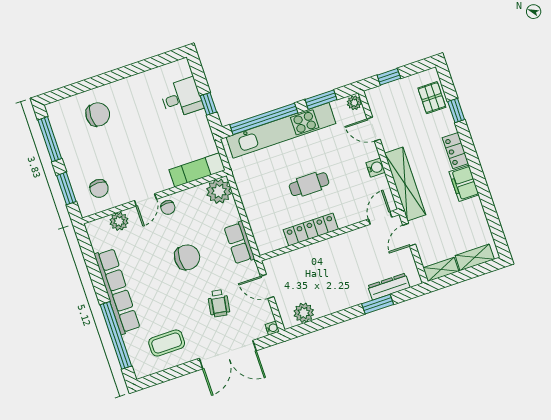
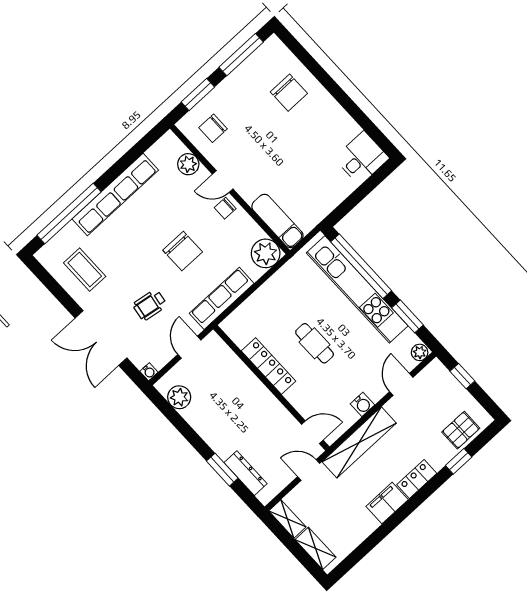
desk: (182, 98) -> (362, 158), moved, turned -90
window: (208, 104) -> (351, 202), removed
row of seats: (239, 243) -> (222, 298), width x1.48

